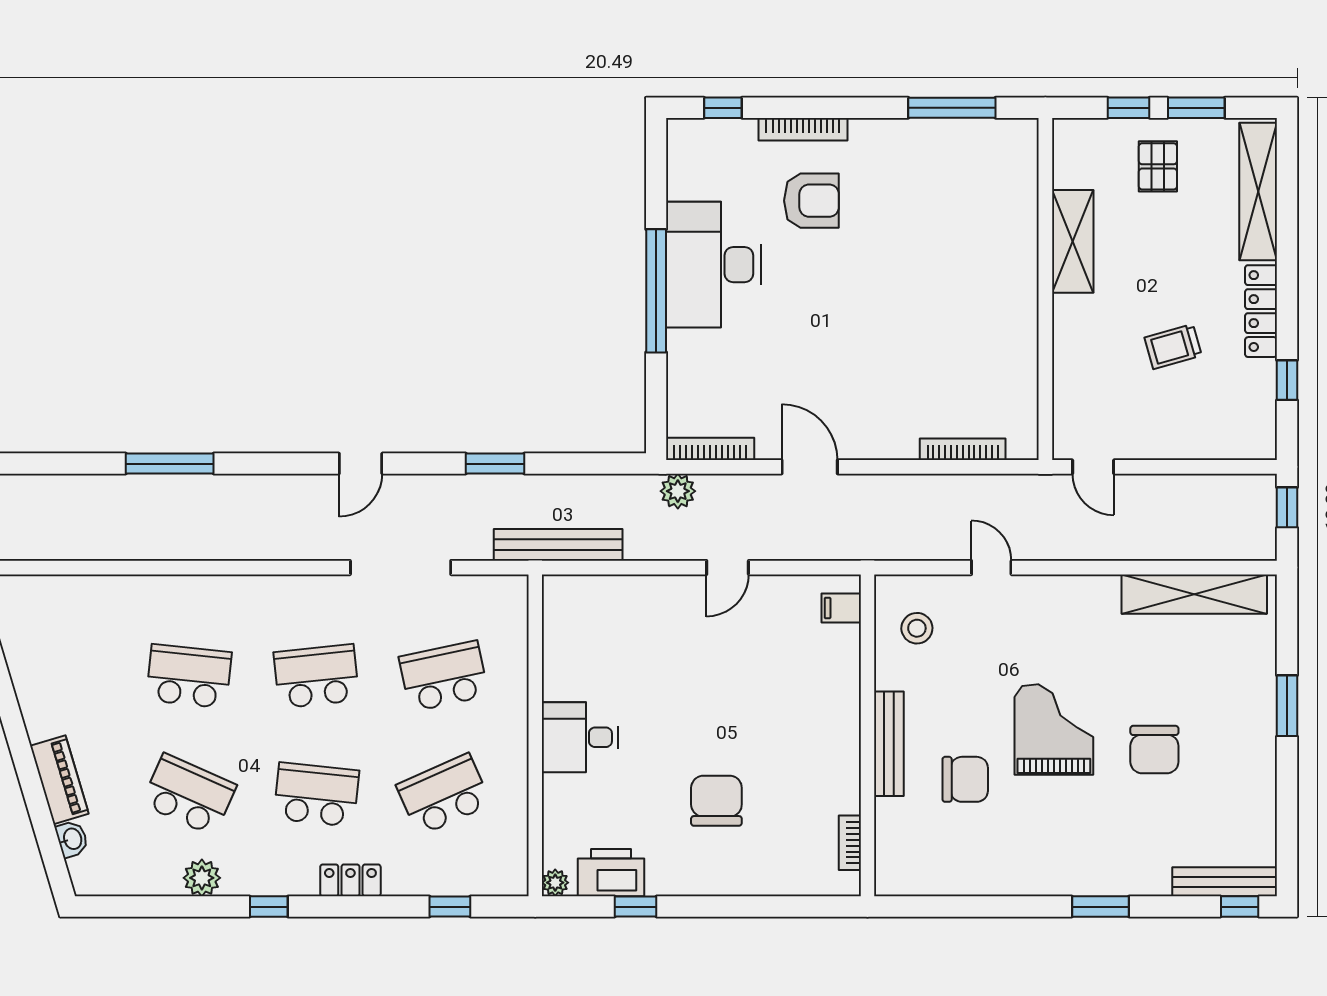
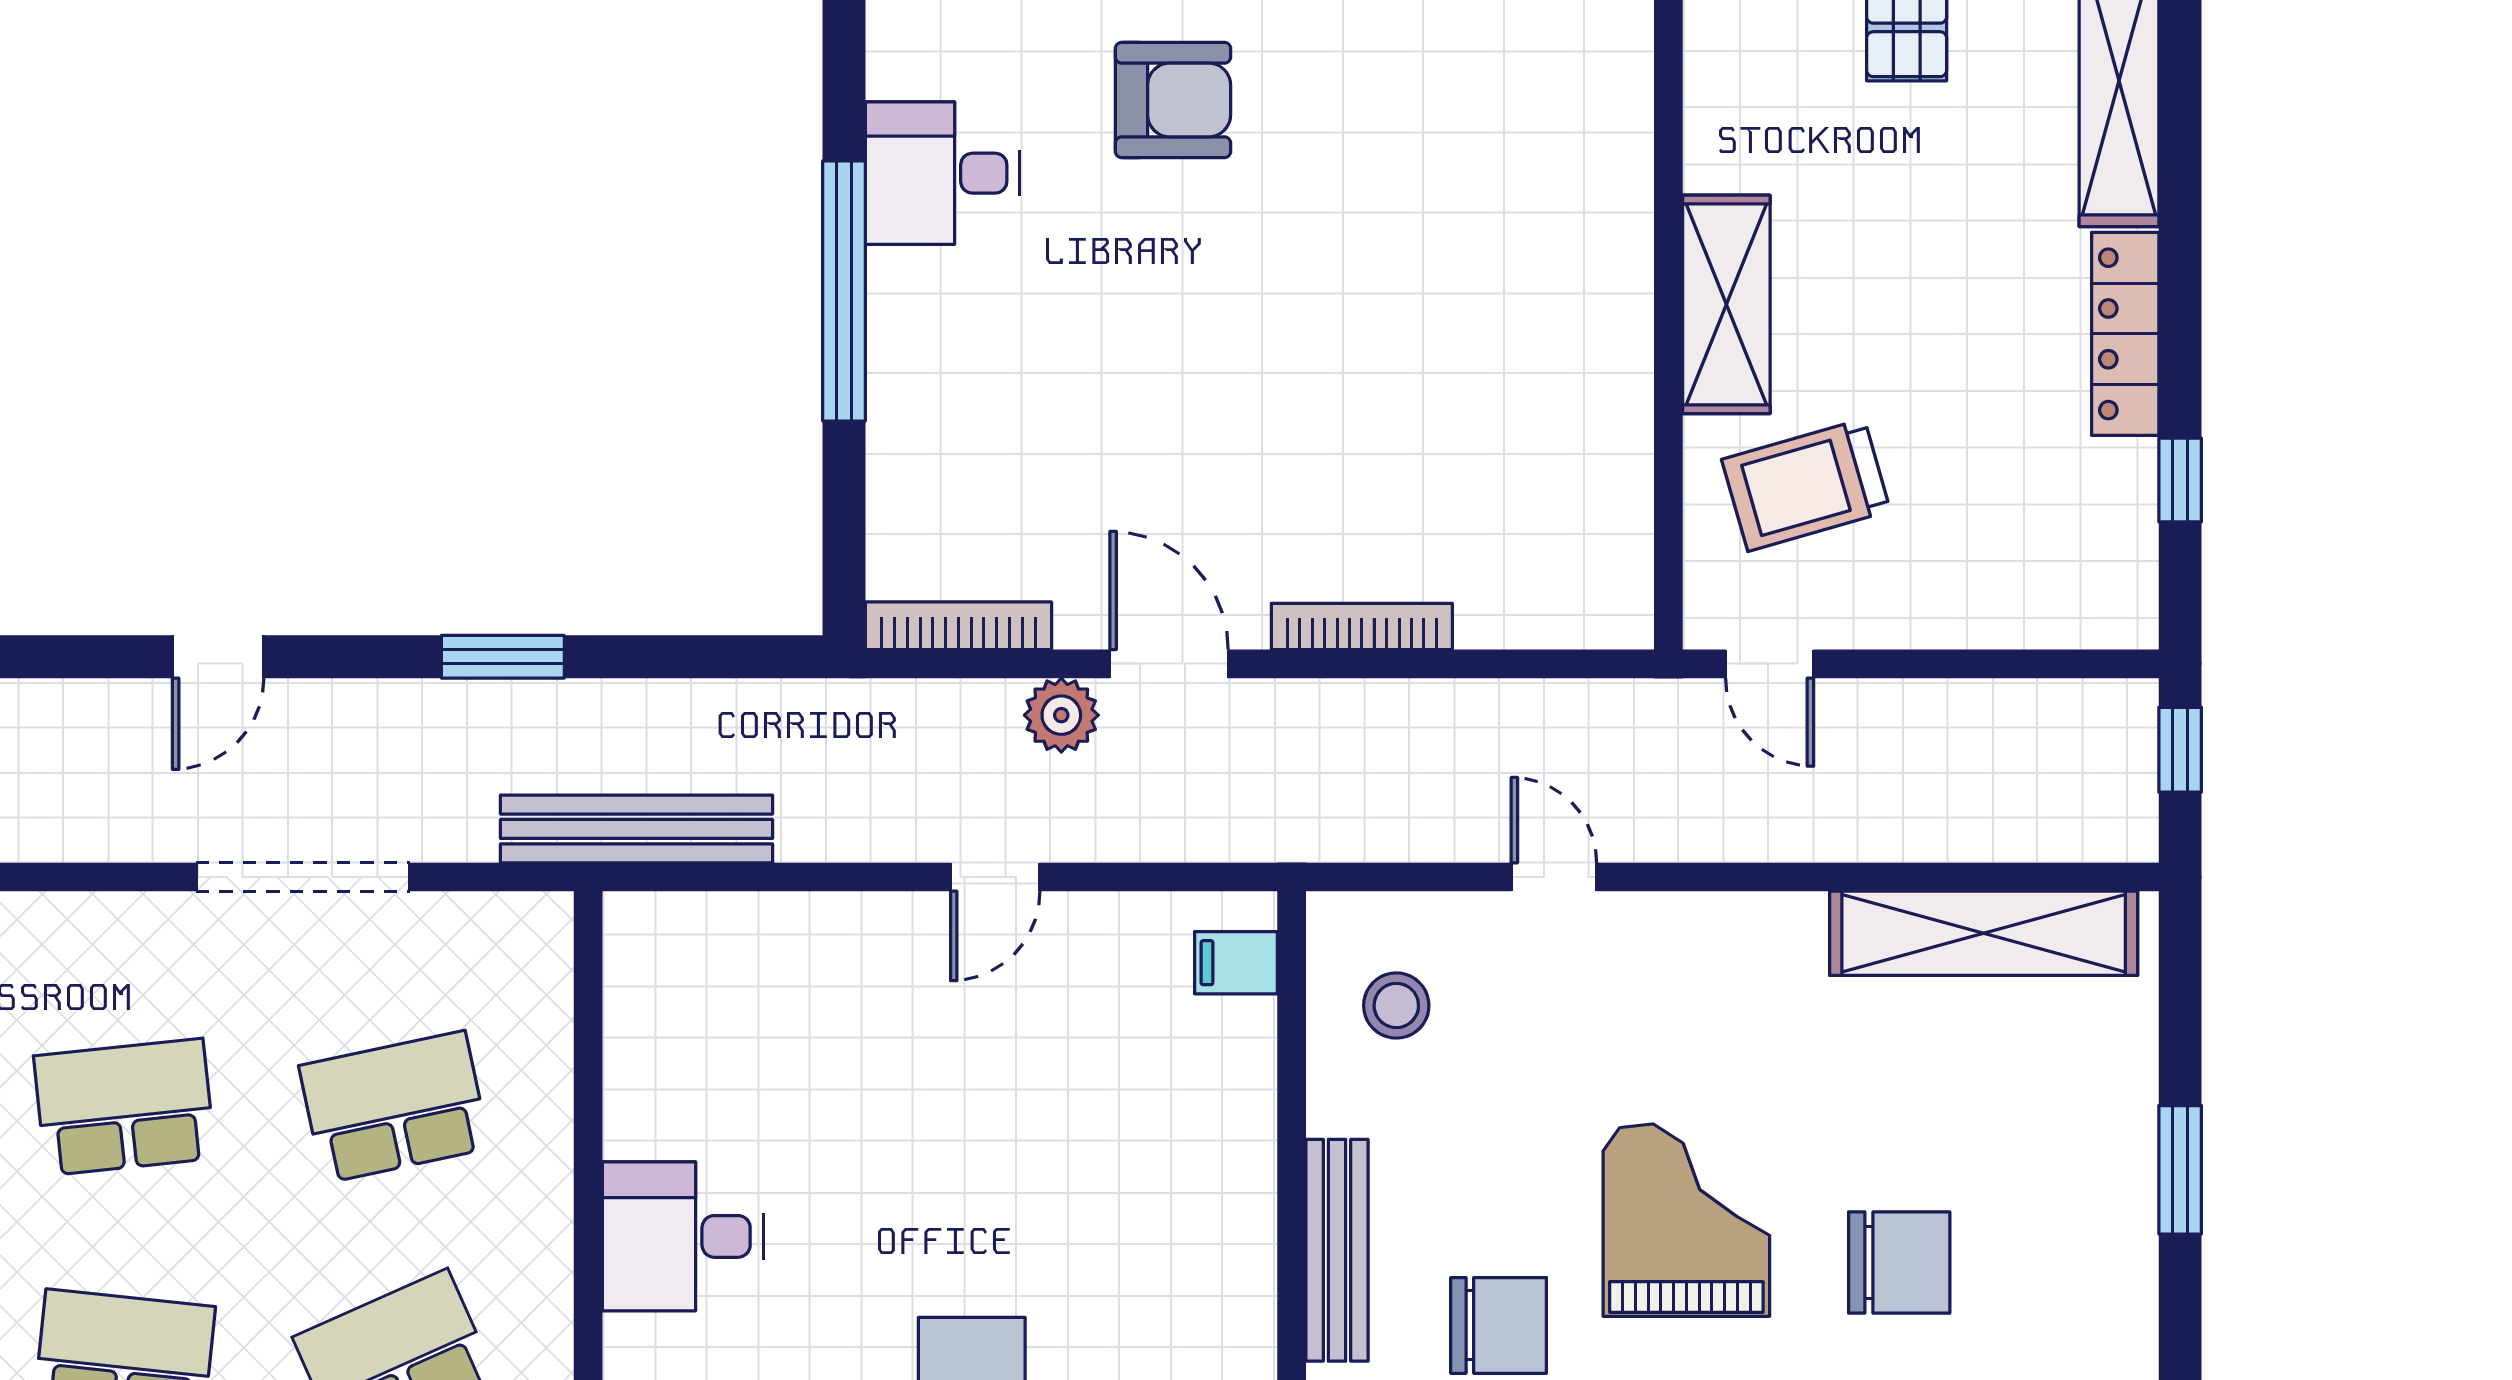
shelving: (1073, 241) -> (1726, 304), moved
desk: (713, 265) -> (942, 173), width x0.53, depth x0.77
trolley: (1173, 347) -> (1806, 485), moved, width x1.36, depth x1.39
bookcase: (963, 449) -> (1362, 626), moved
plant: (678, 491) -> (1061, 715), moved
chair: (1154, 750) -> (1899, 1262), turned -90

